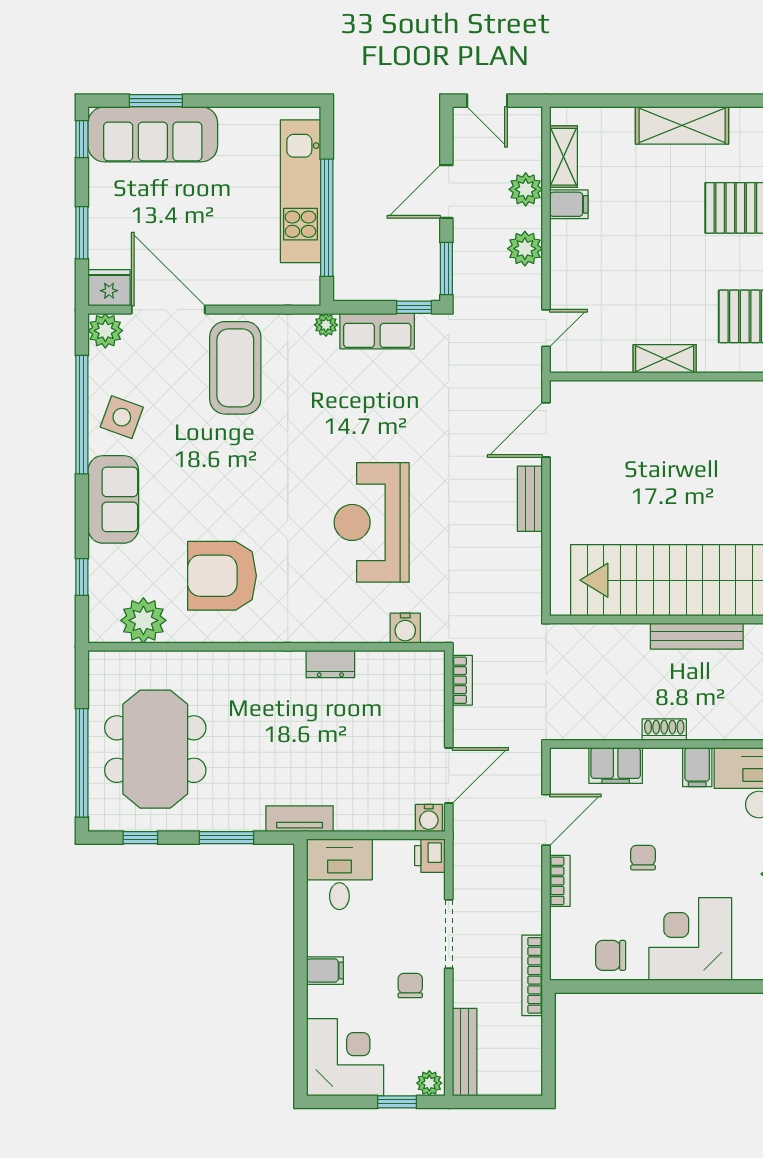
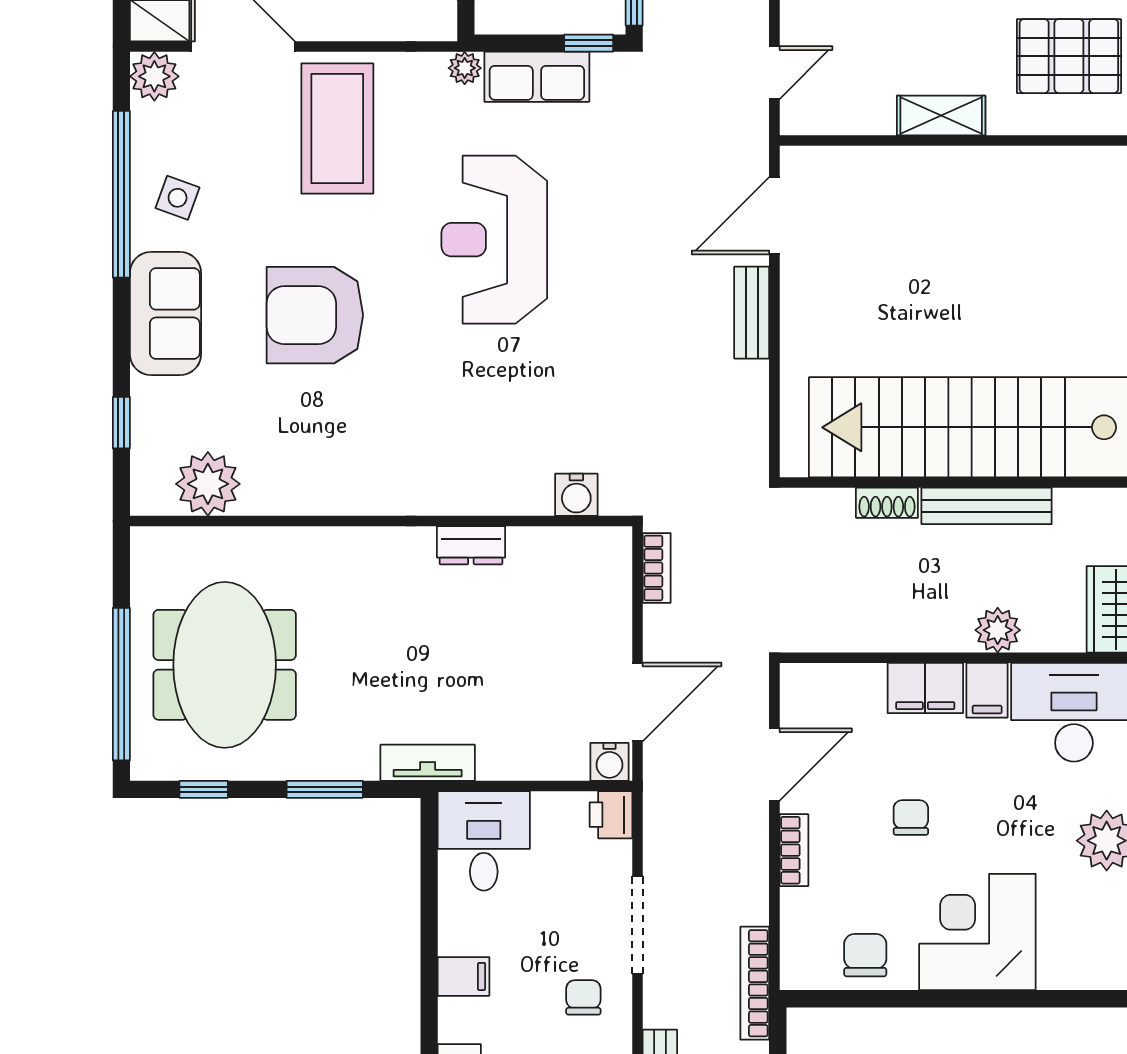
side table: (122, 417) -> (178, 198), width x0.73, depth x0.73
reception desk: (372, 522) -> (494, 240), moved
armchair: (222, 576) -> (315, 315), moved
plant: (705, 724) -> (998, 630), added
shoe rack: (664, 730) -> (887, 503), moved, turned 180
filing cabinet: (616, 766) -> (925, 688), moved
chair: (611, 955) -> (865, 955), turned 90

